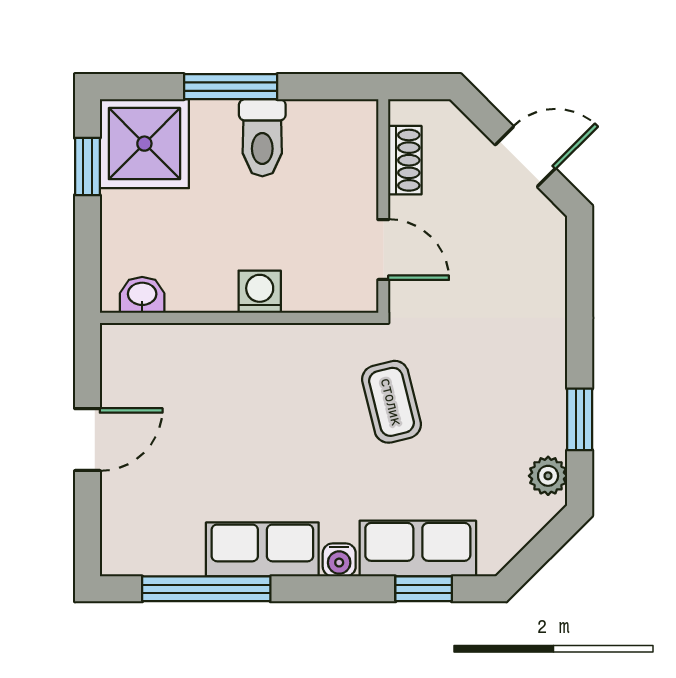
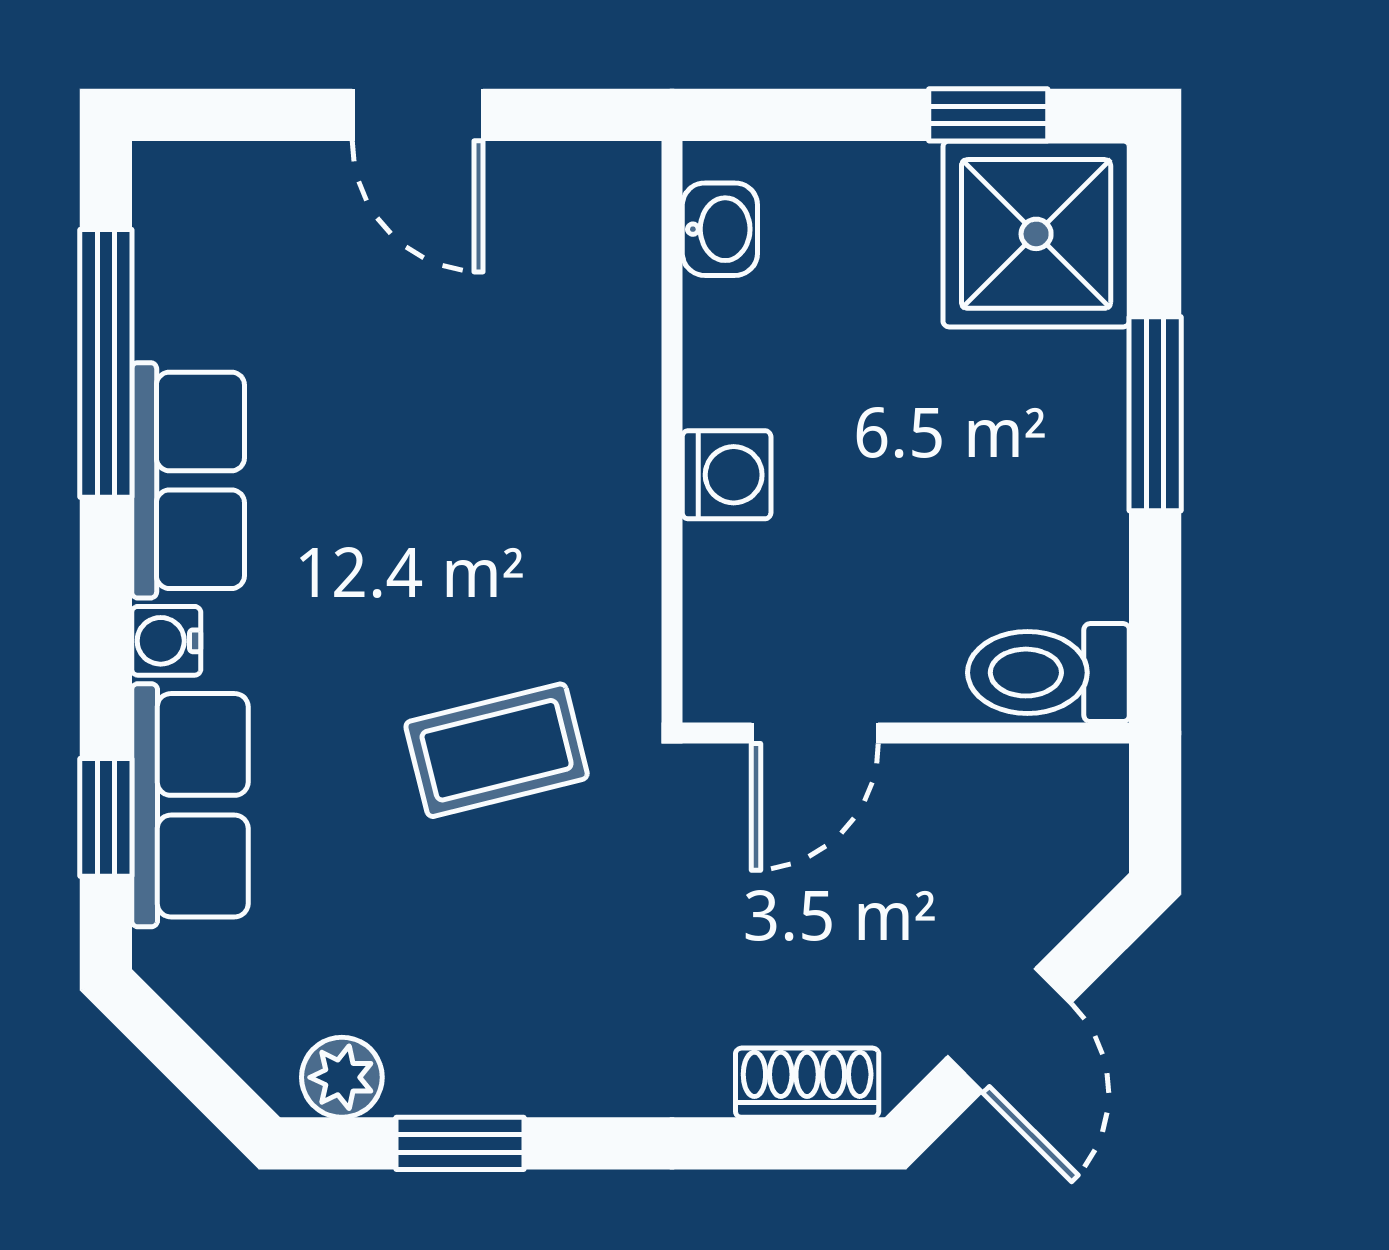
toilet: (262, 138) -> (1048, 673), moved
shoe rack: (405, 160) -> (807, 1083), moved, turned 180

